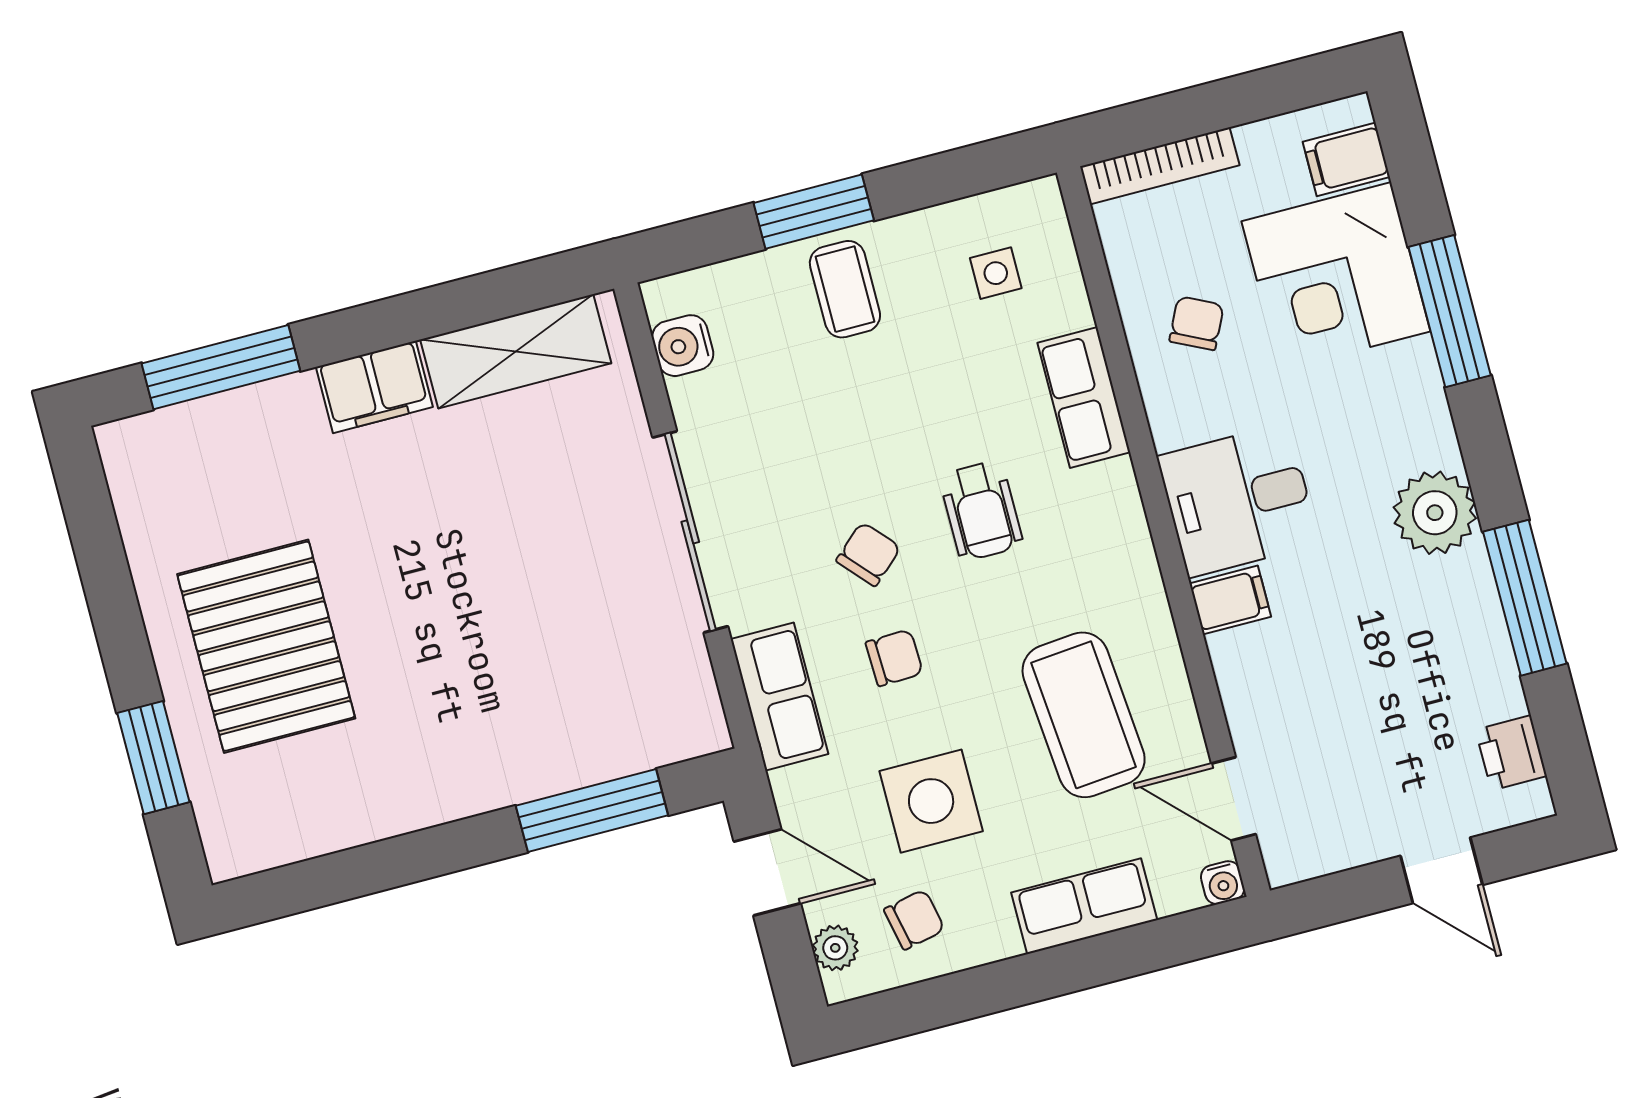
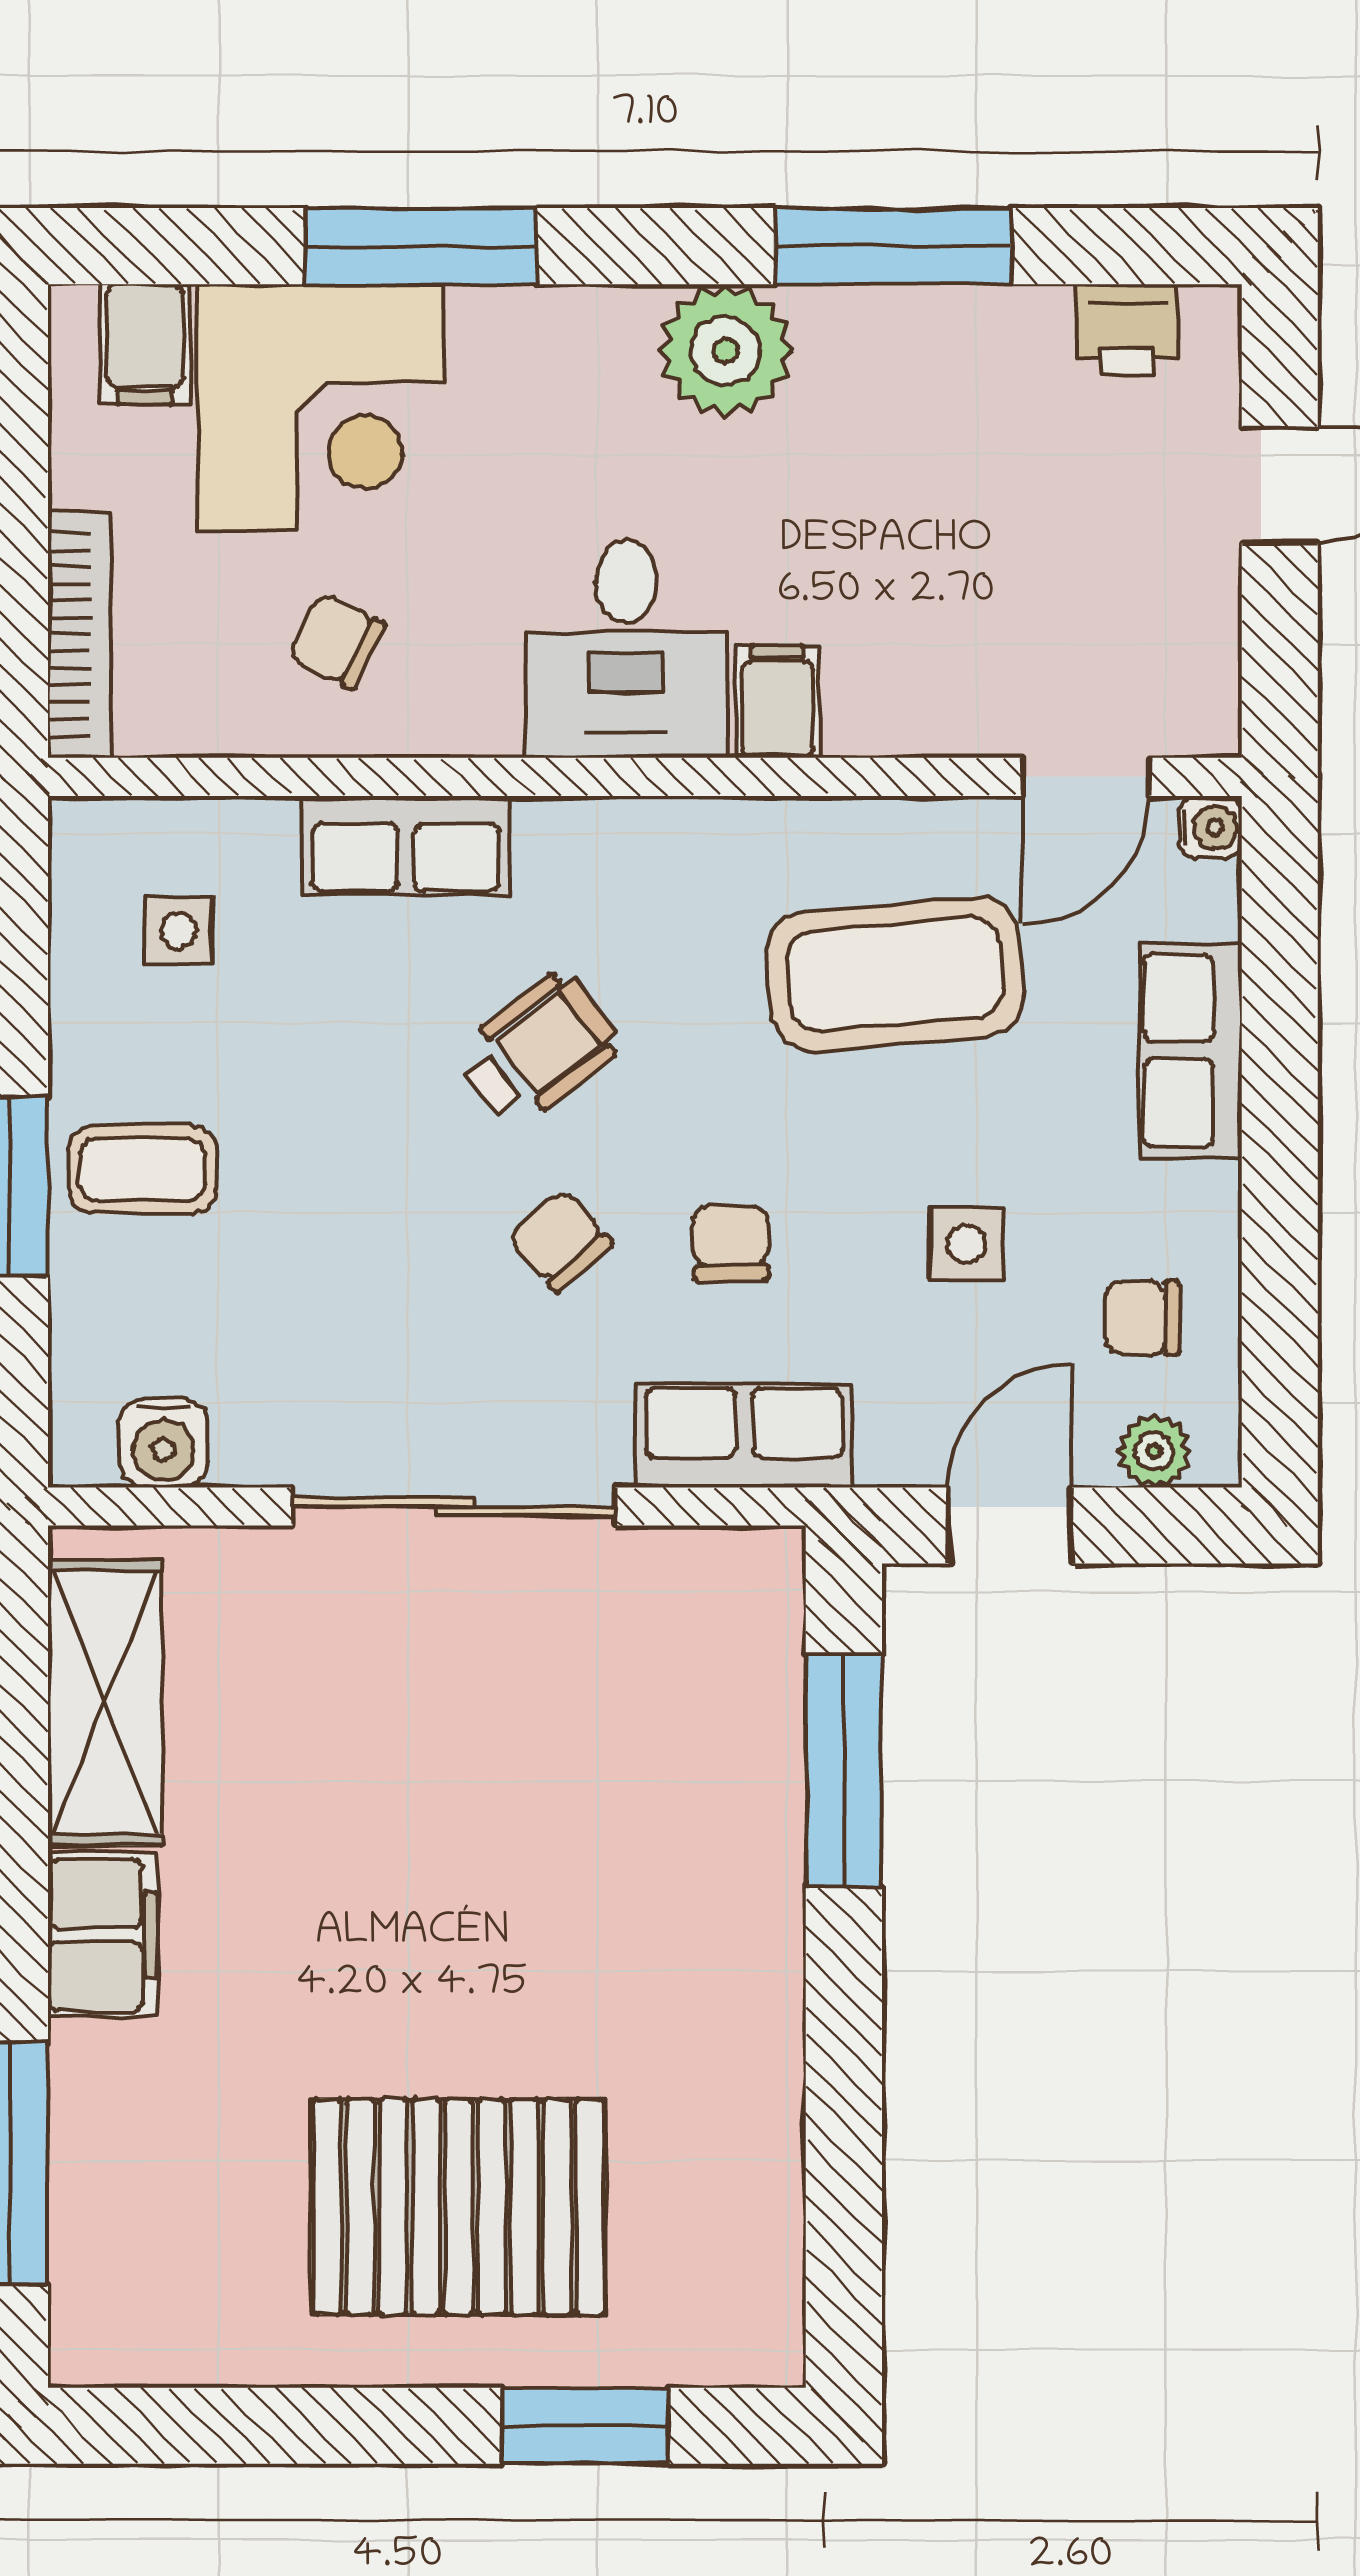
wheelchair: (981, 511) -> (539, 1049), turned -38
side table: (931, 801) -> (966, 1244), width x0.54, depth x0.54
chair: (914, 920) -> (1142, 1318), turned -78

